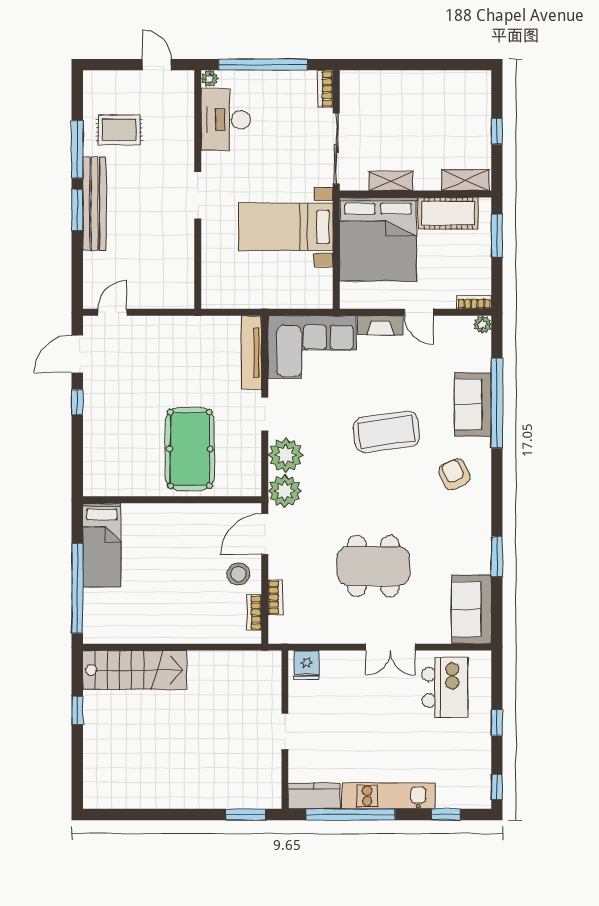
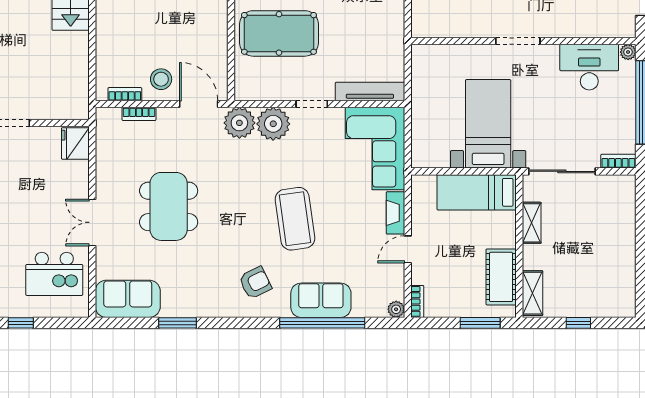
bed: (378, 239) -> (477, 192), width x0.49
fridge: (307, 665) -> (75, 143), width x1.38

